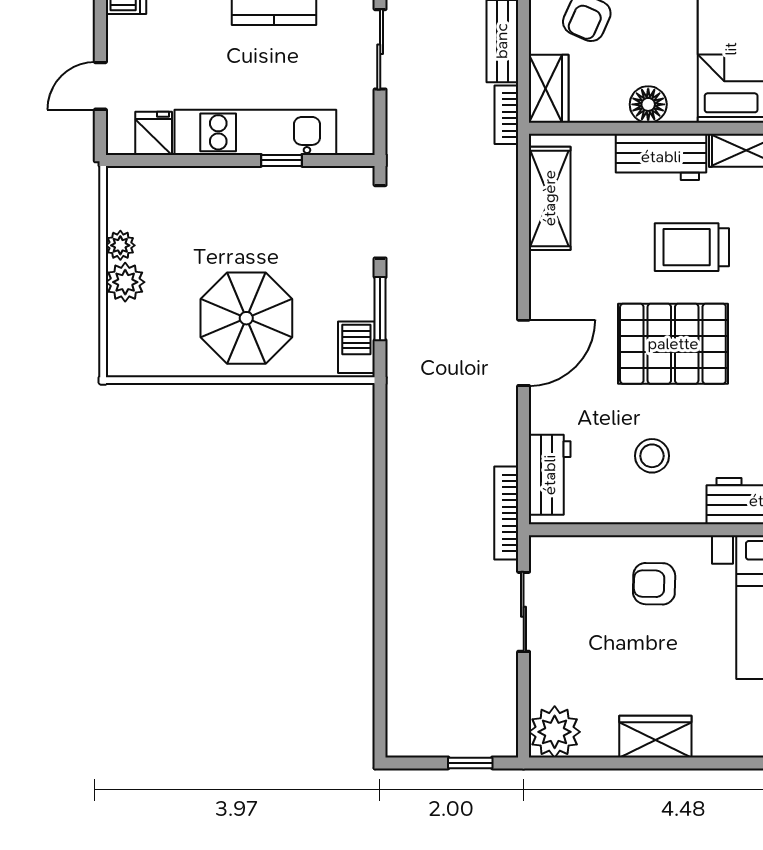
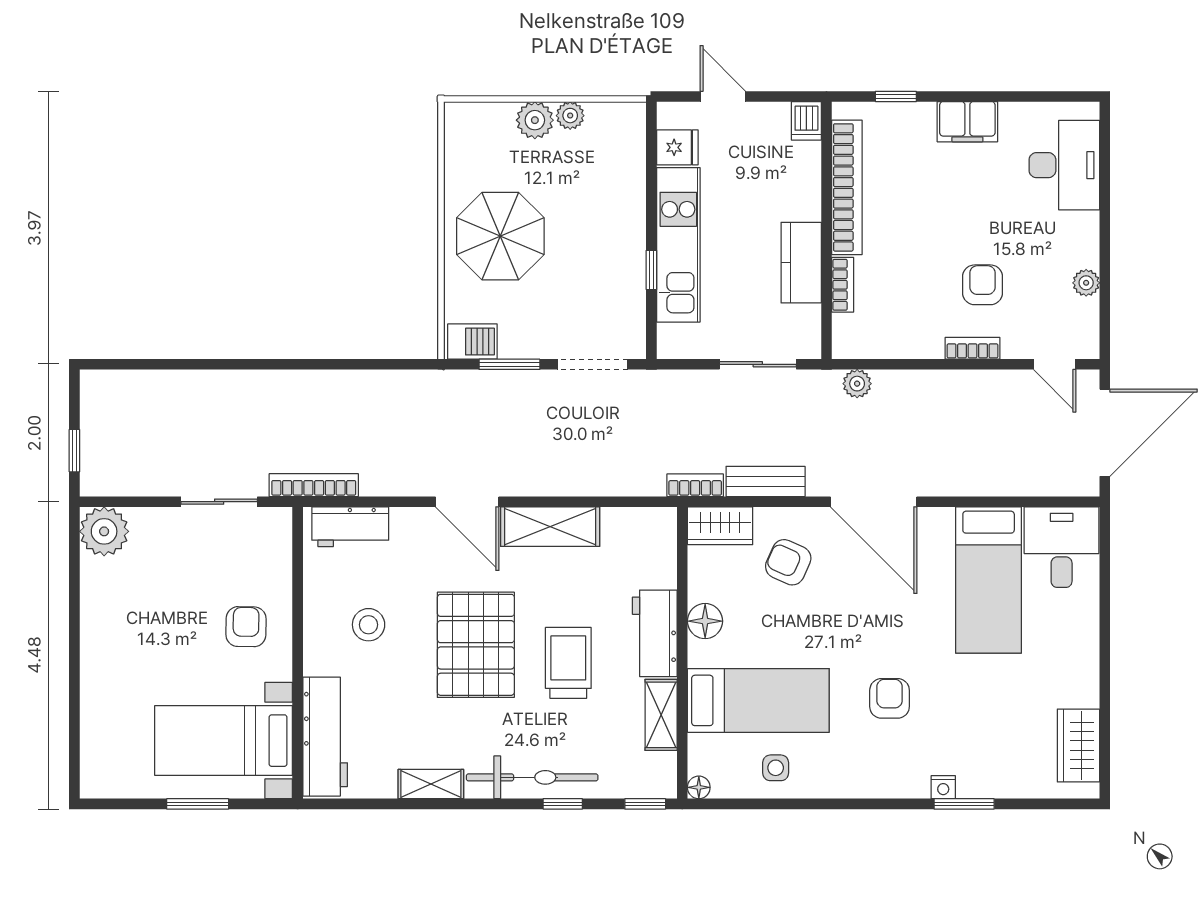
shelving: (550, 198) -> (550, 527), moved
wardrobe: (655, 737) -> (100, 628), removed

